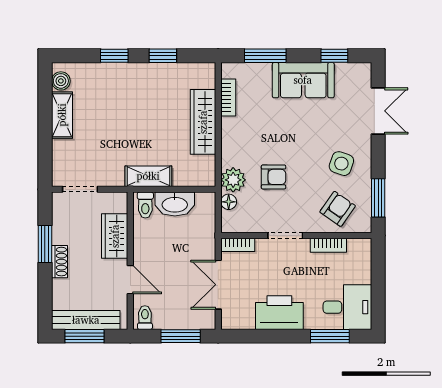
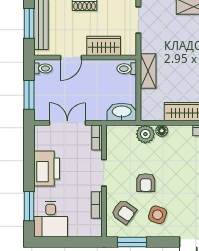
armchair: (274, 177) -> (146, 183), moved
floor lamp: (229, 202) -> (162, 131), moved
washbasin: (175, 204) -> (122, 112), moved, turned 90

